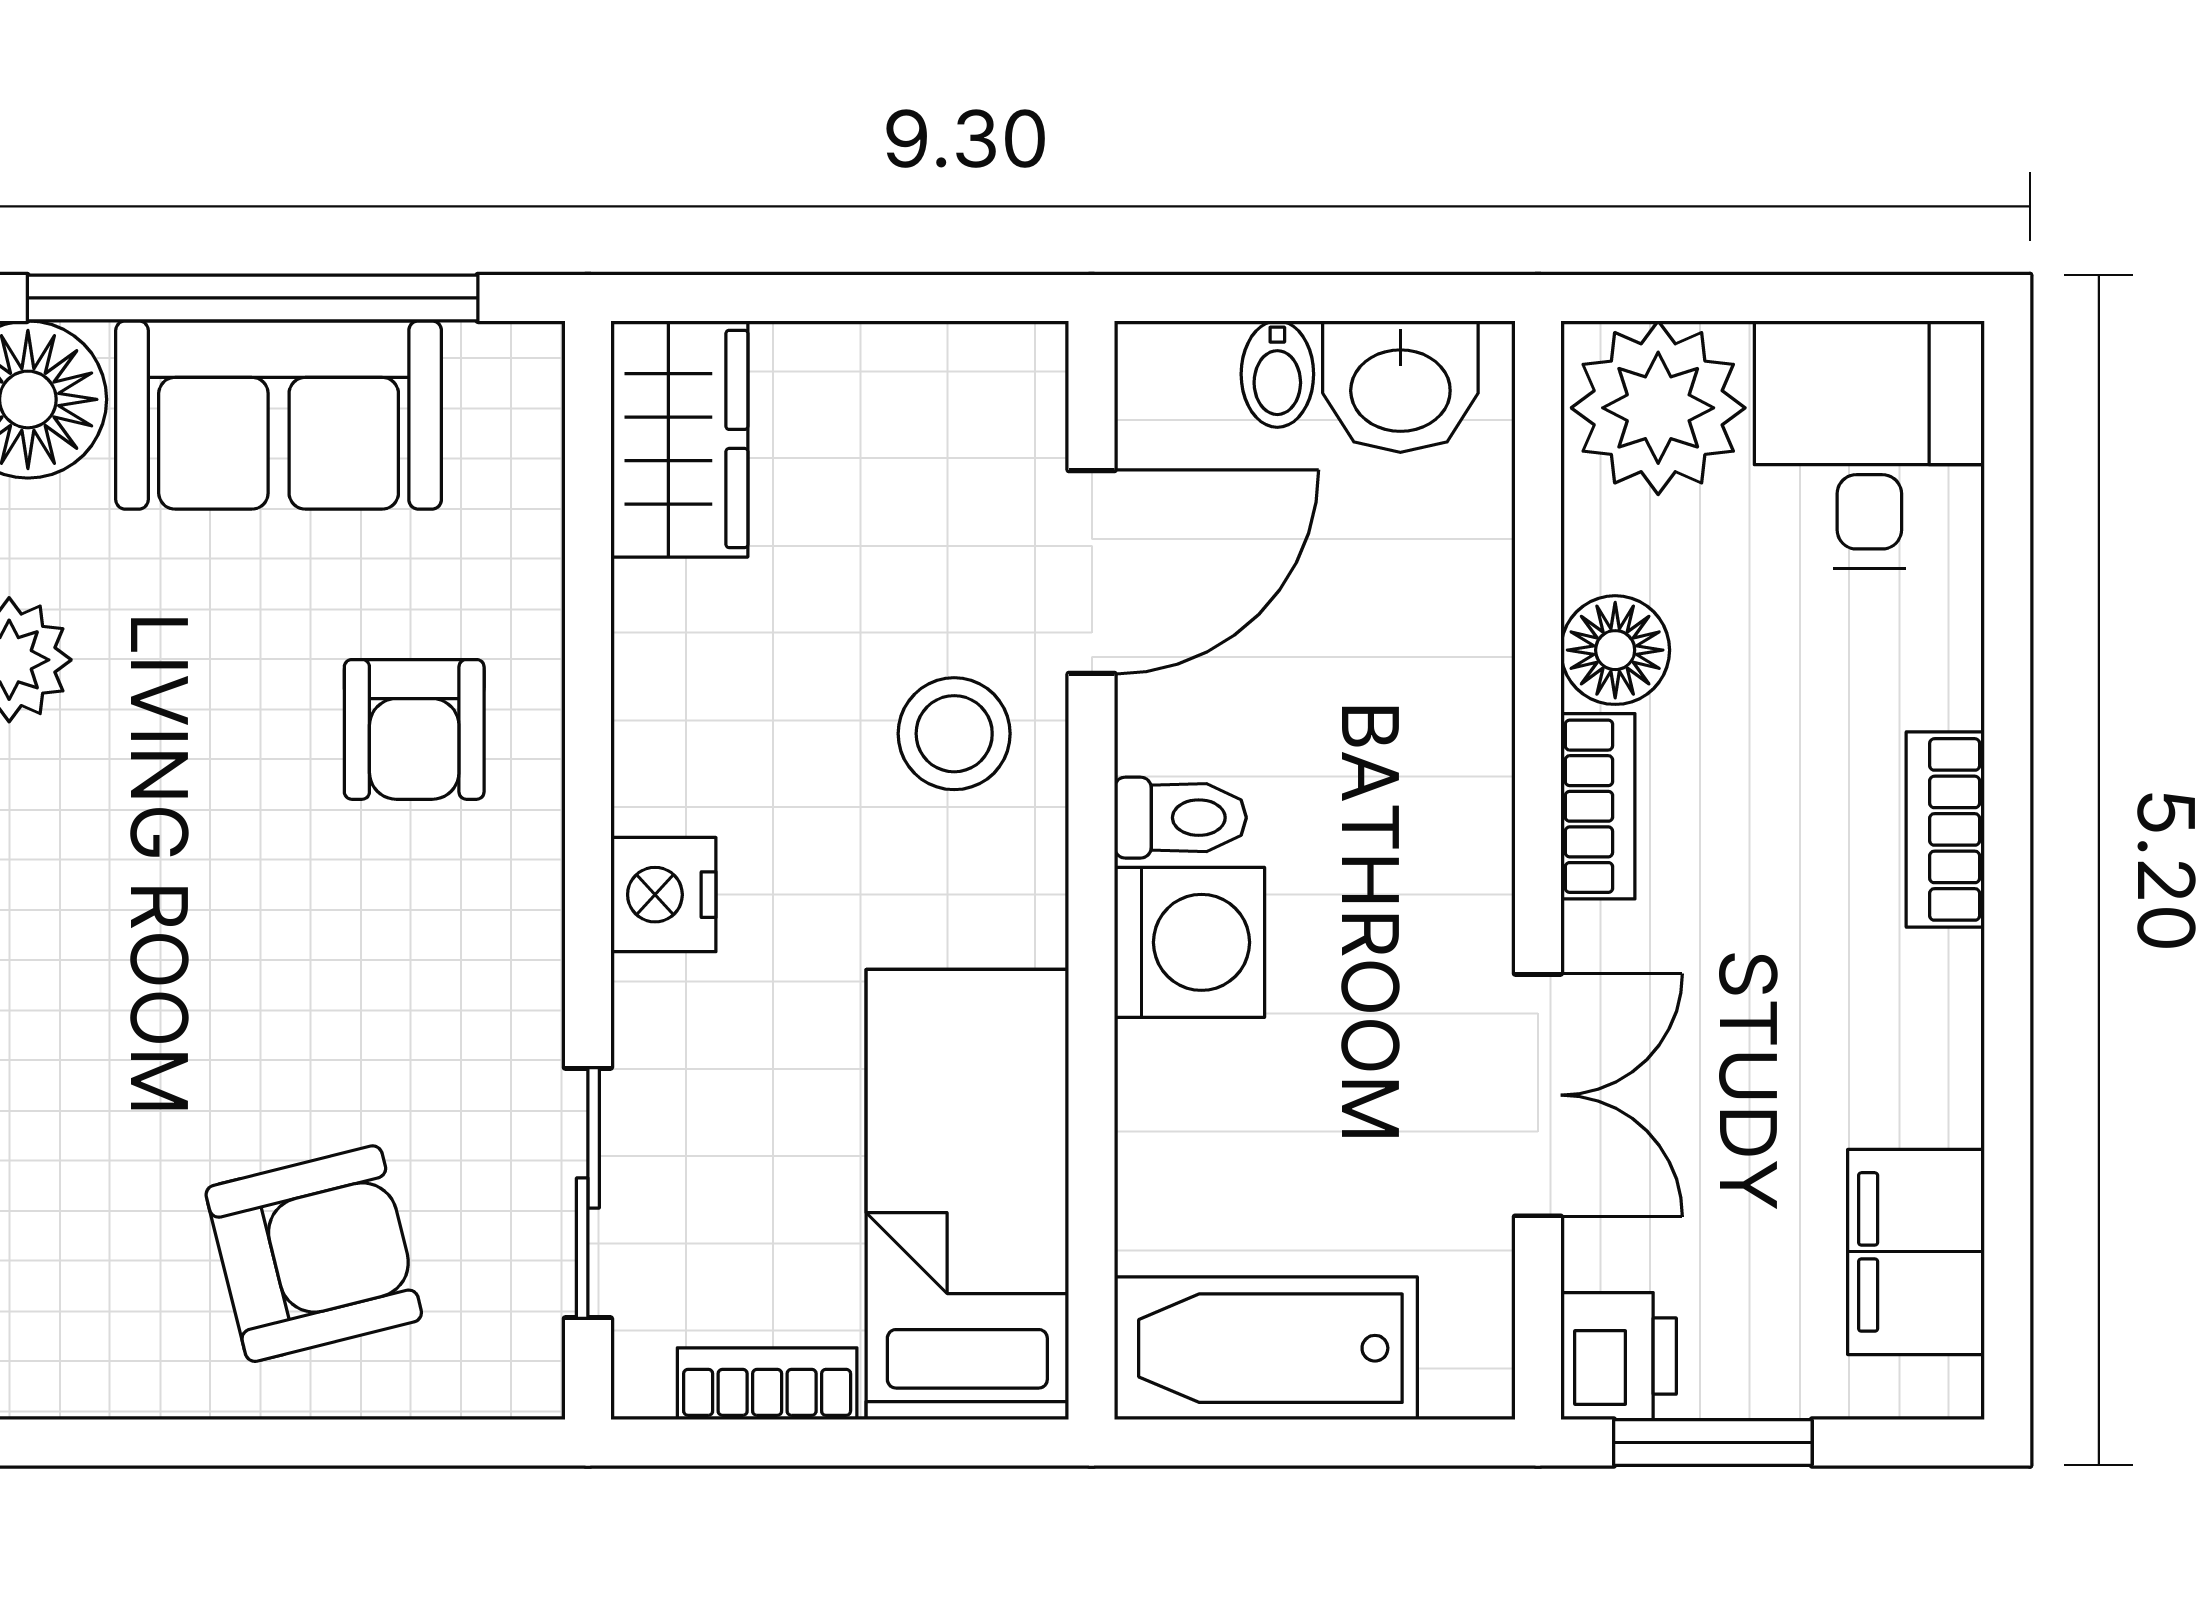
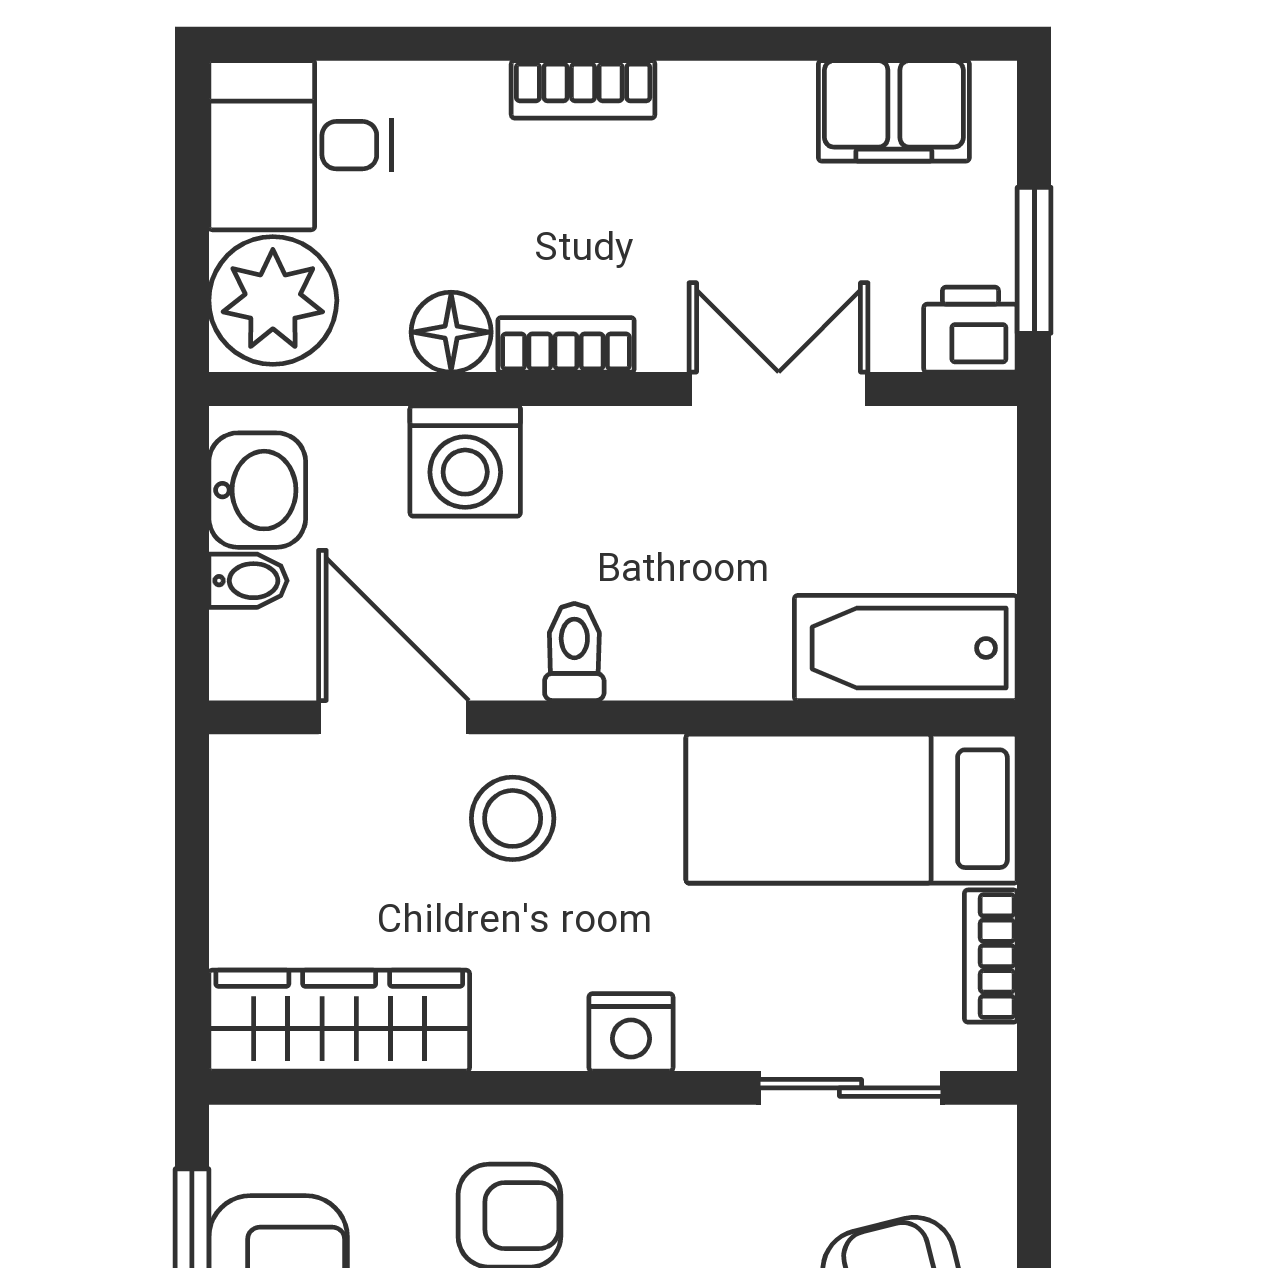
wardrobe: (679, 439) -> (339, 1021), width x1.50
washing machine: (1189, 942) -> (465, 461), moved, turned 180
bathtub: (1266, 1348) -> (906, 648), moved, turned 90

